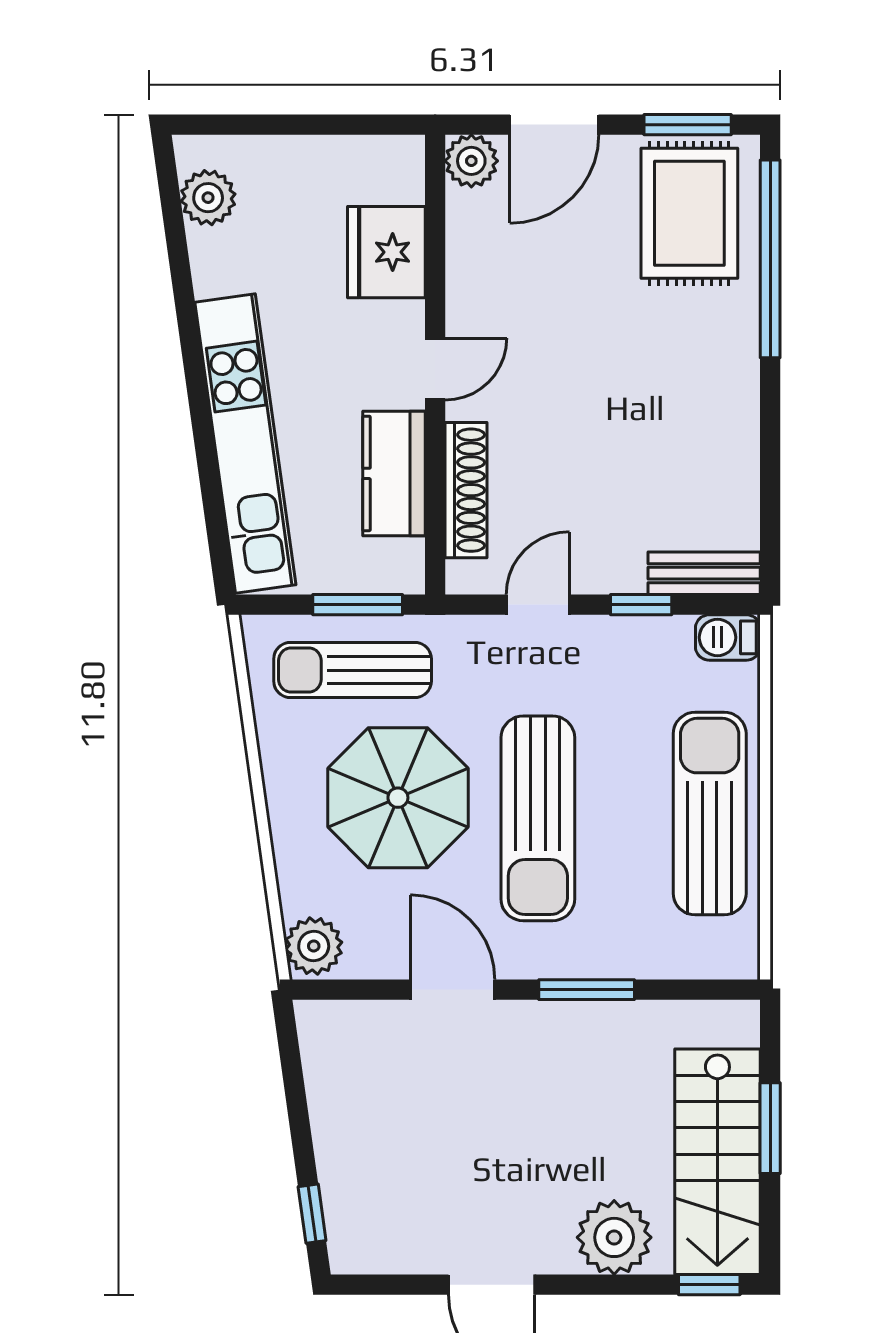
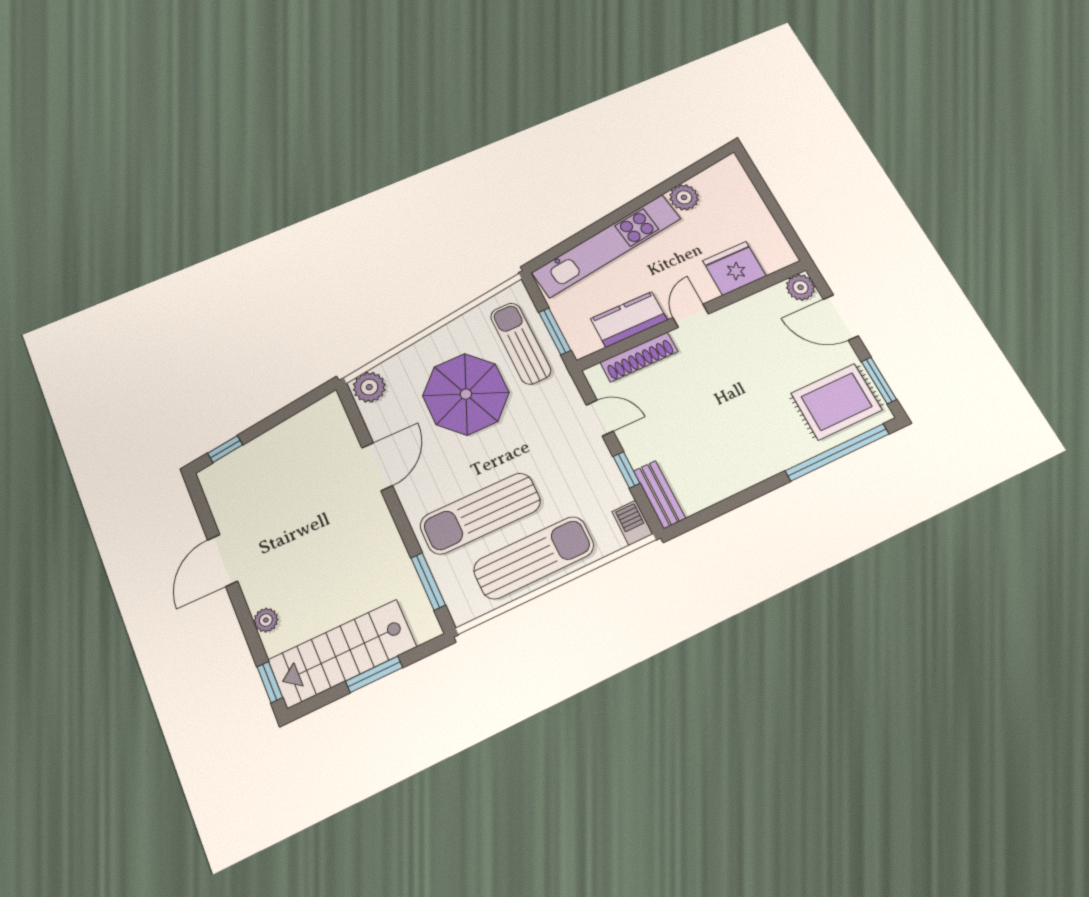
plant: (208, 198) -> (684, 197), moved
door: (435, 369) -> (691, 316), swing flipped
sun lounger: (538, 818) -> (480, 513), moved
window: (587, 990) -> (428, 581), moved
plant: (614, 1237) -> (266, 620), width x0.53, depth x0.53

